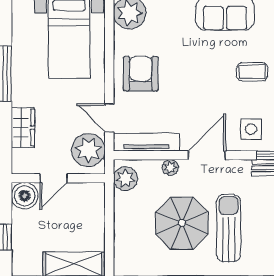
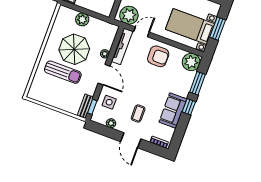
plant: (125, 179) -> (82, 19), moved

